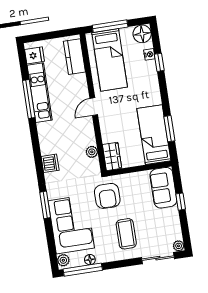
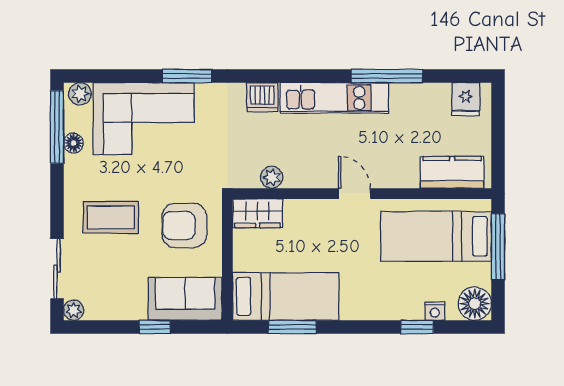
kitchen unit: (40, 93) -> (334, 98), moved
armchair: (107, 196) -> (184, 225), moved

